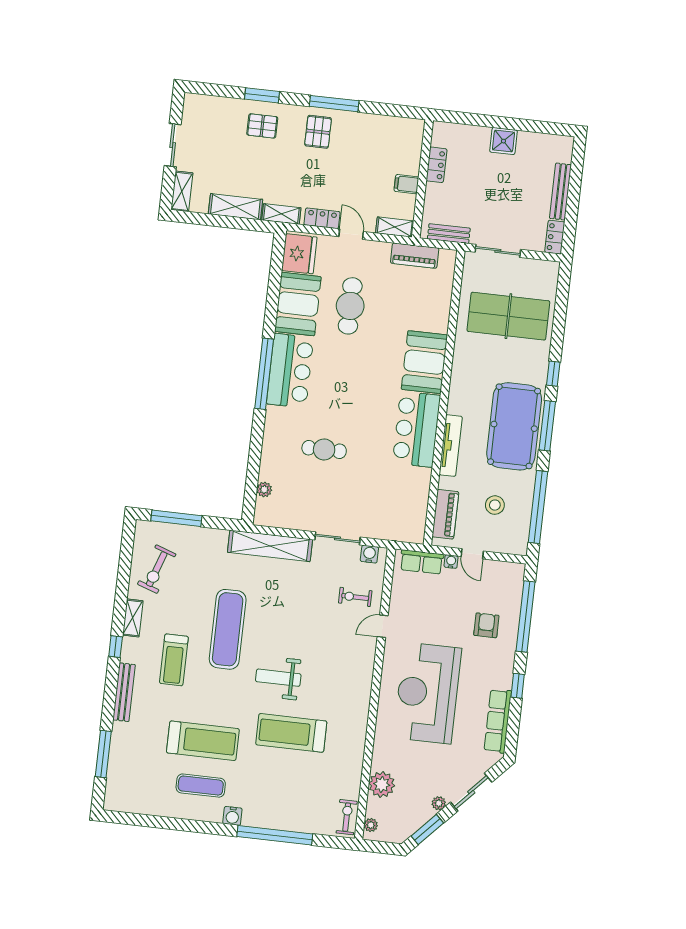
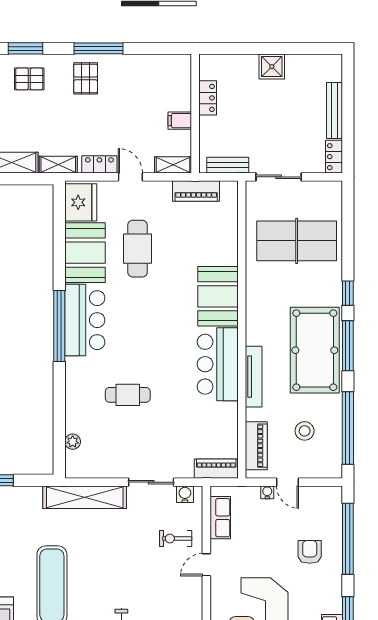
piano: (403, 532) -> (216, 469), added
row of seats: (422, 562) -> (220, 518), moved, turned -90

